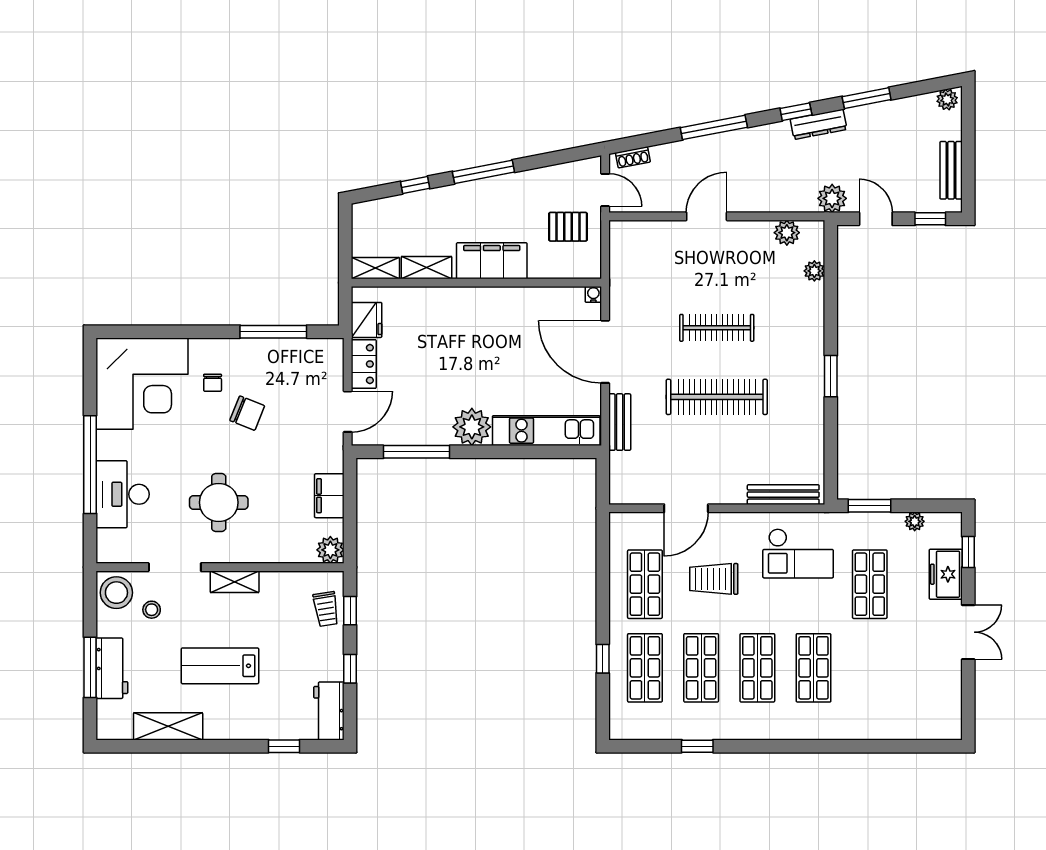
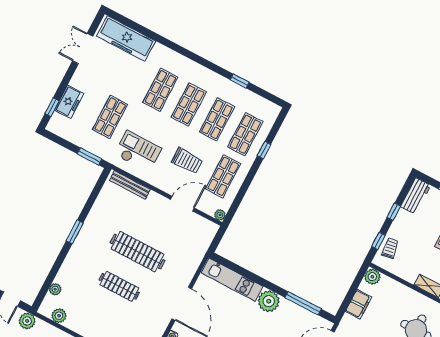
bench: (620, 422) -> (193, 265), removed
plant: (915, 521) -> (220, 215), moved
double door: (968, 632) -> (83, 49), moved
freezer: (909, 719) -> (126, 39), added

